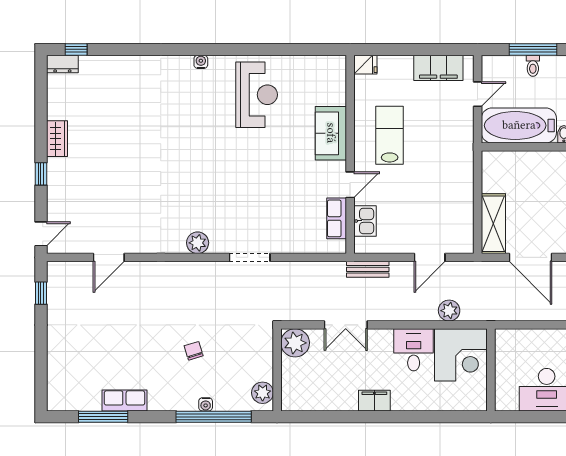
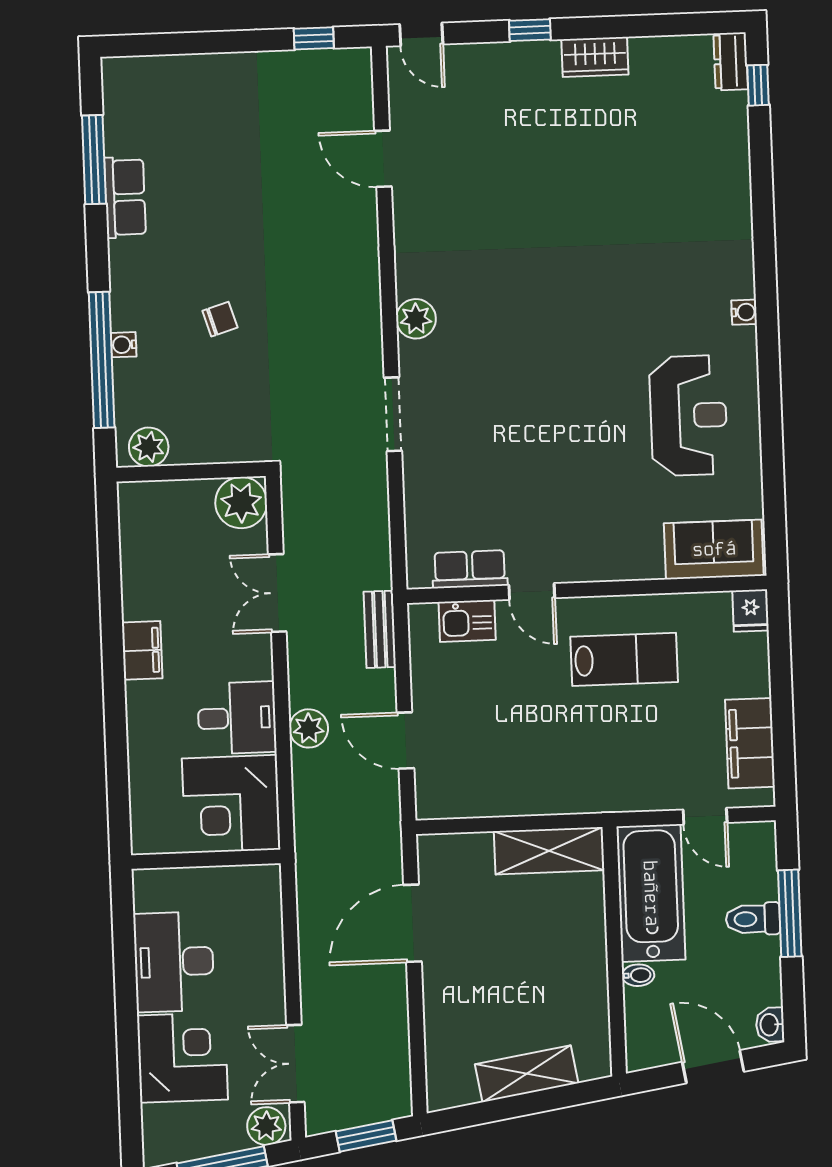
toilet: (533, 66) -> (753, 919), width x1.37, depth x1.39
reception desk: (257, 95) -> (688, 416), turned -90
sofa: (331, 133) -> (714, 549), moved
shelving: (493, 224) -> (549, 851), moved
plant: (449, 311) -> (309, 728), moved

